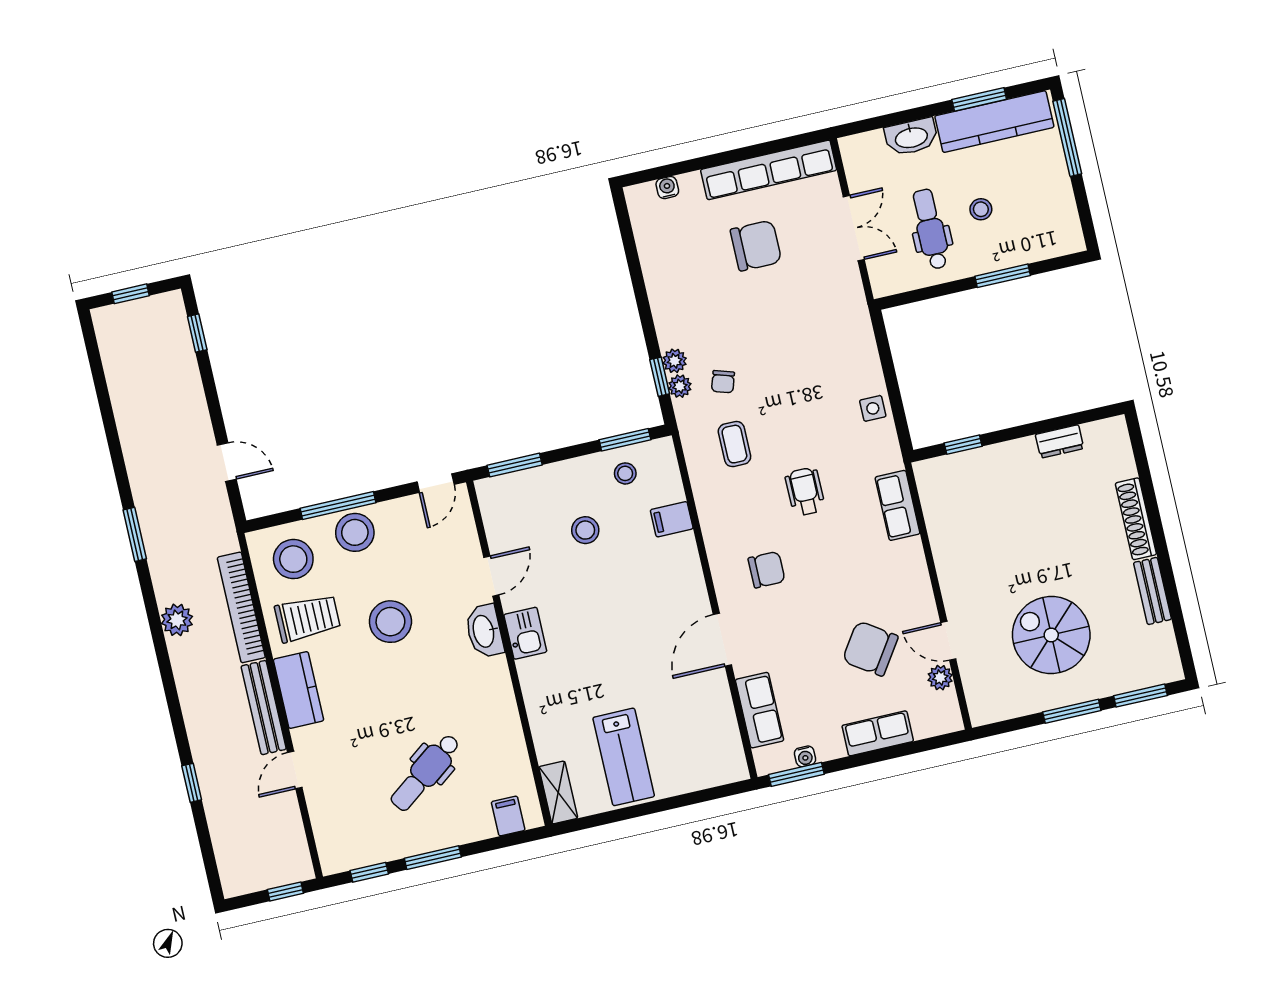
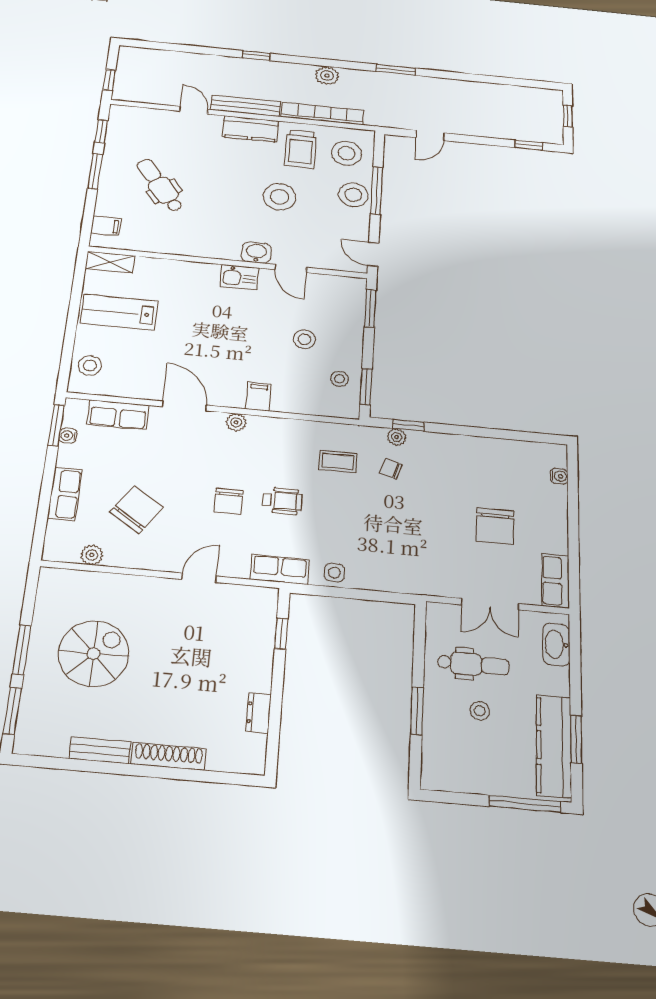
washbasin: (911, 137) -> (556, 644), moved
row of seats: (769, 170) -> (555, 581), width x0.50
plant: (675, 361) -> (236, 422), moved
row of seats: (898, 505) -> (280, 569), moved
filing cabinet: (672, 519) -> (258, 396), moved
chair: (767, 570) -> (228, 501), moved
washbasin: (484, 631) -> (256, 252), width x0.72
door: (948, 641) -> (199, 578), moved
stool: (707, 765) -> (90, 366), added
window: (192, 783) -> (256, 56), moved

